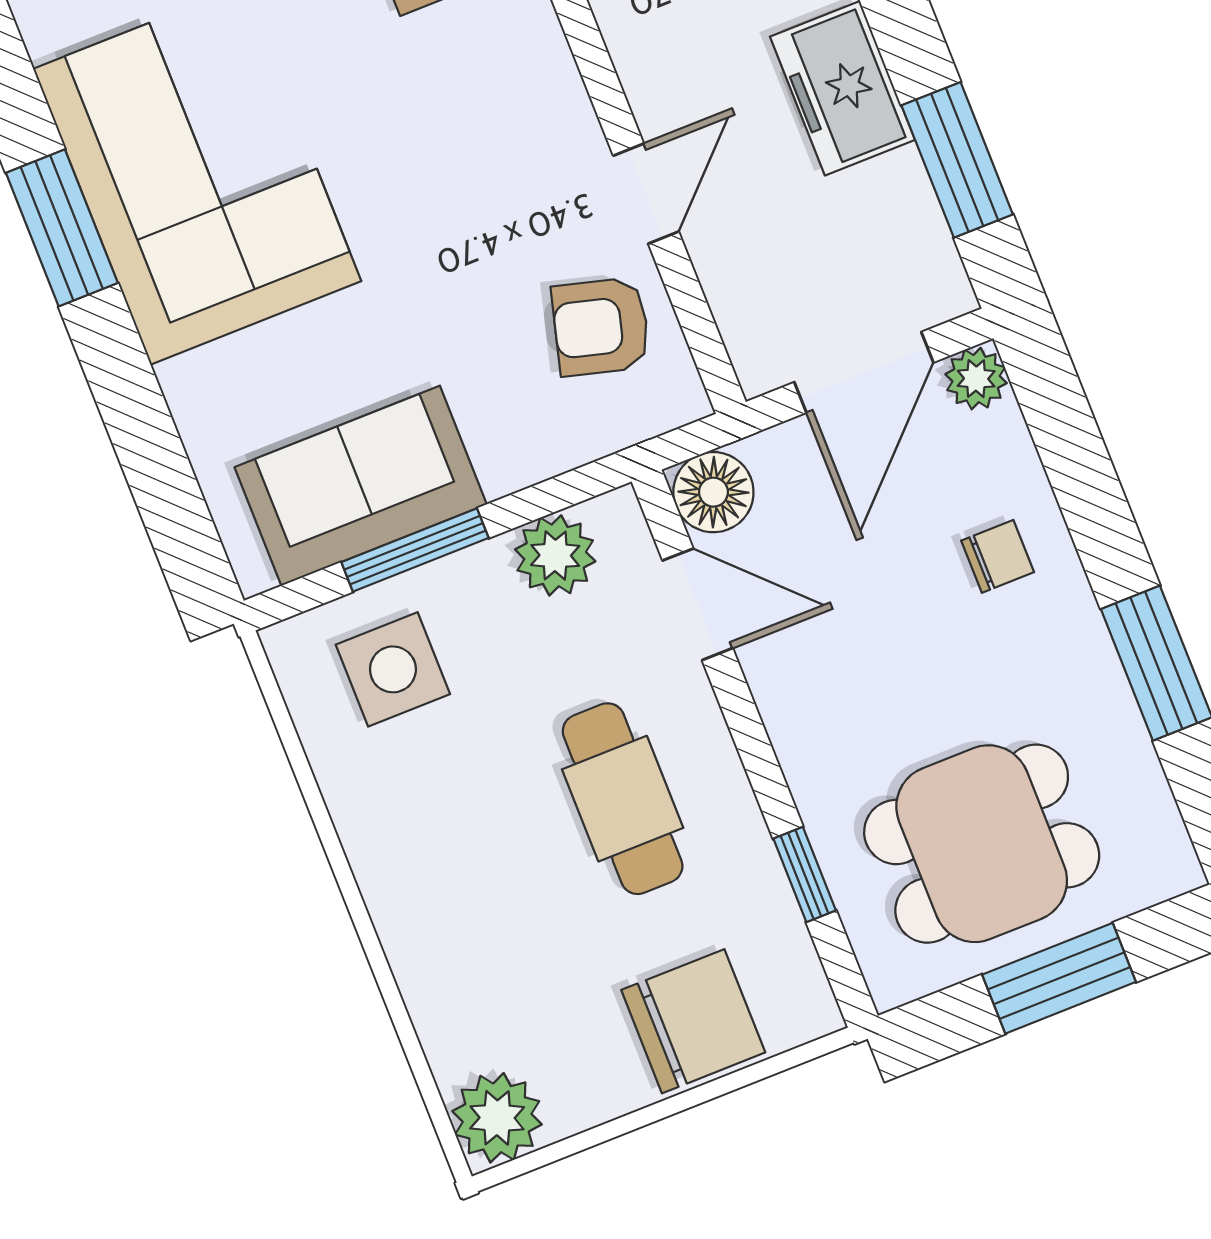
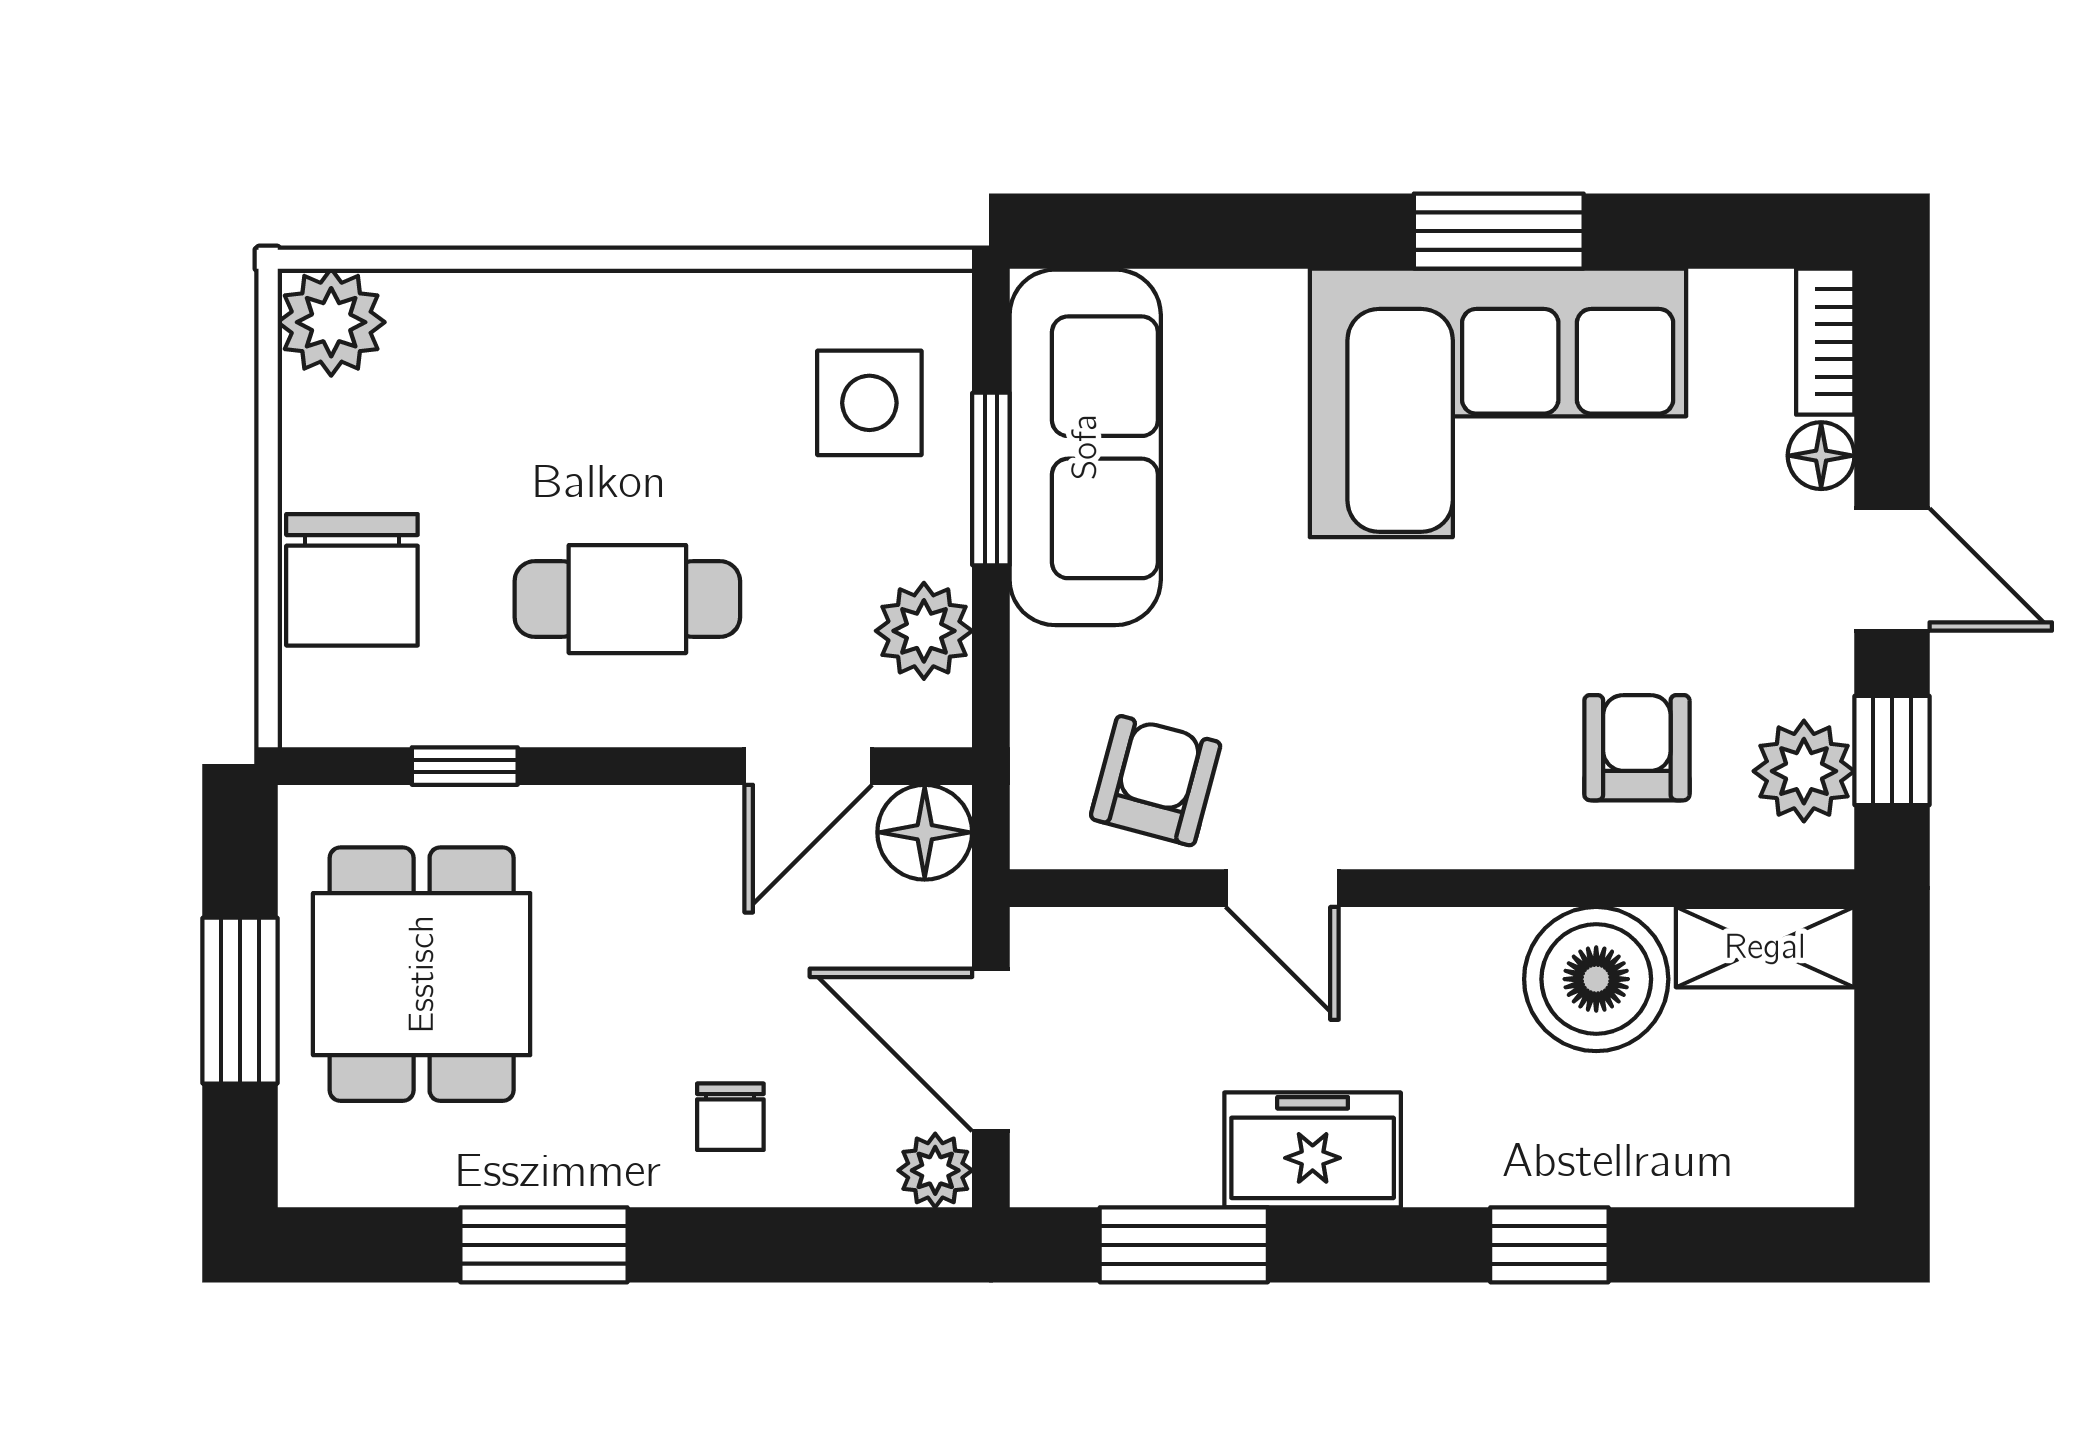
sofa: (361, 486) -> (1085, 447), width x1.36

